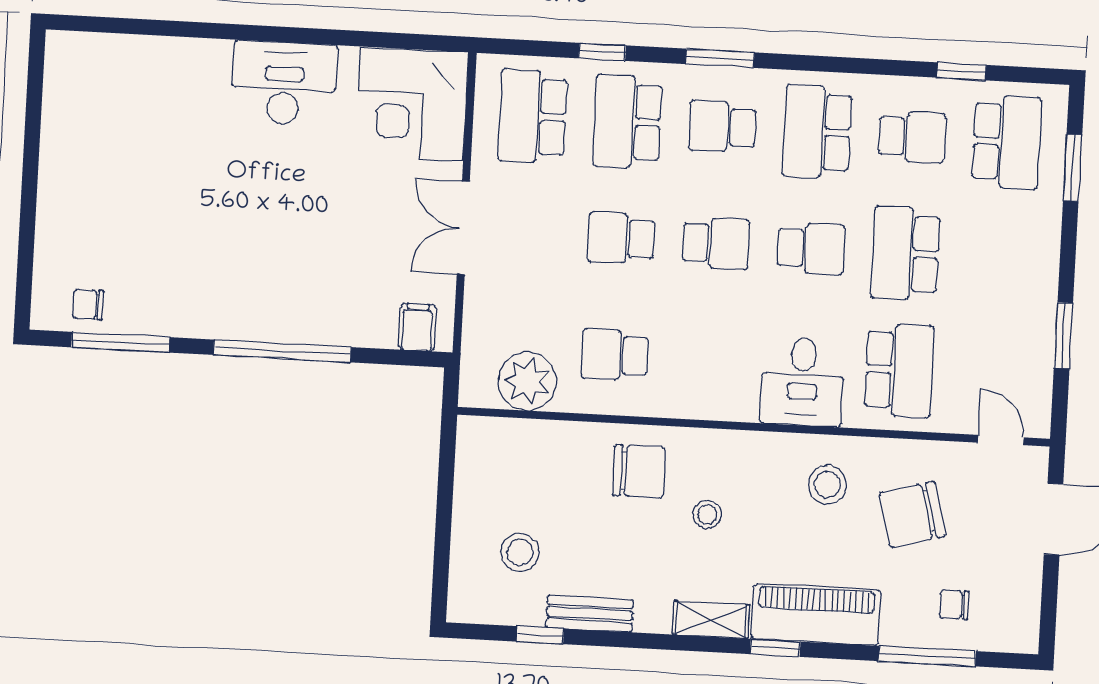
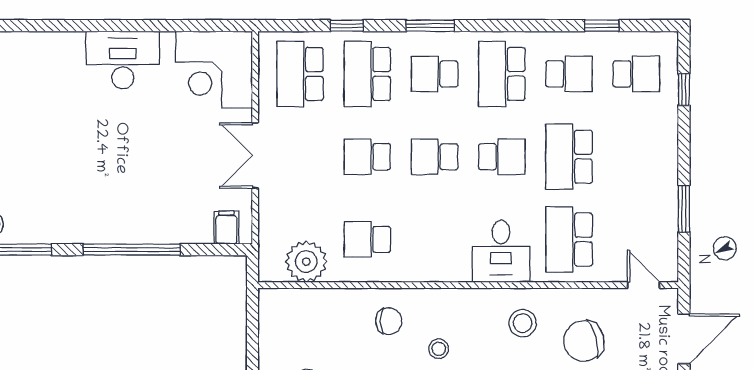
school desk: (1007, 142) -> (636, 74), width x0.54
window: (1073, 168) -> (684, 90), width x0.67
school desk: (716, 243) -> (435, 157), turned 180
school desk: (899, 370) -> (569, 239), turned 180
chair: (639, 471) -> (389, 321), width x0.73, depth x0.73

